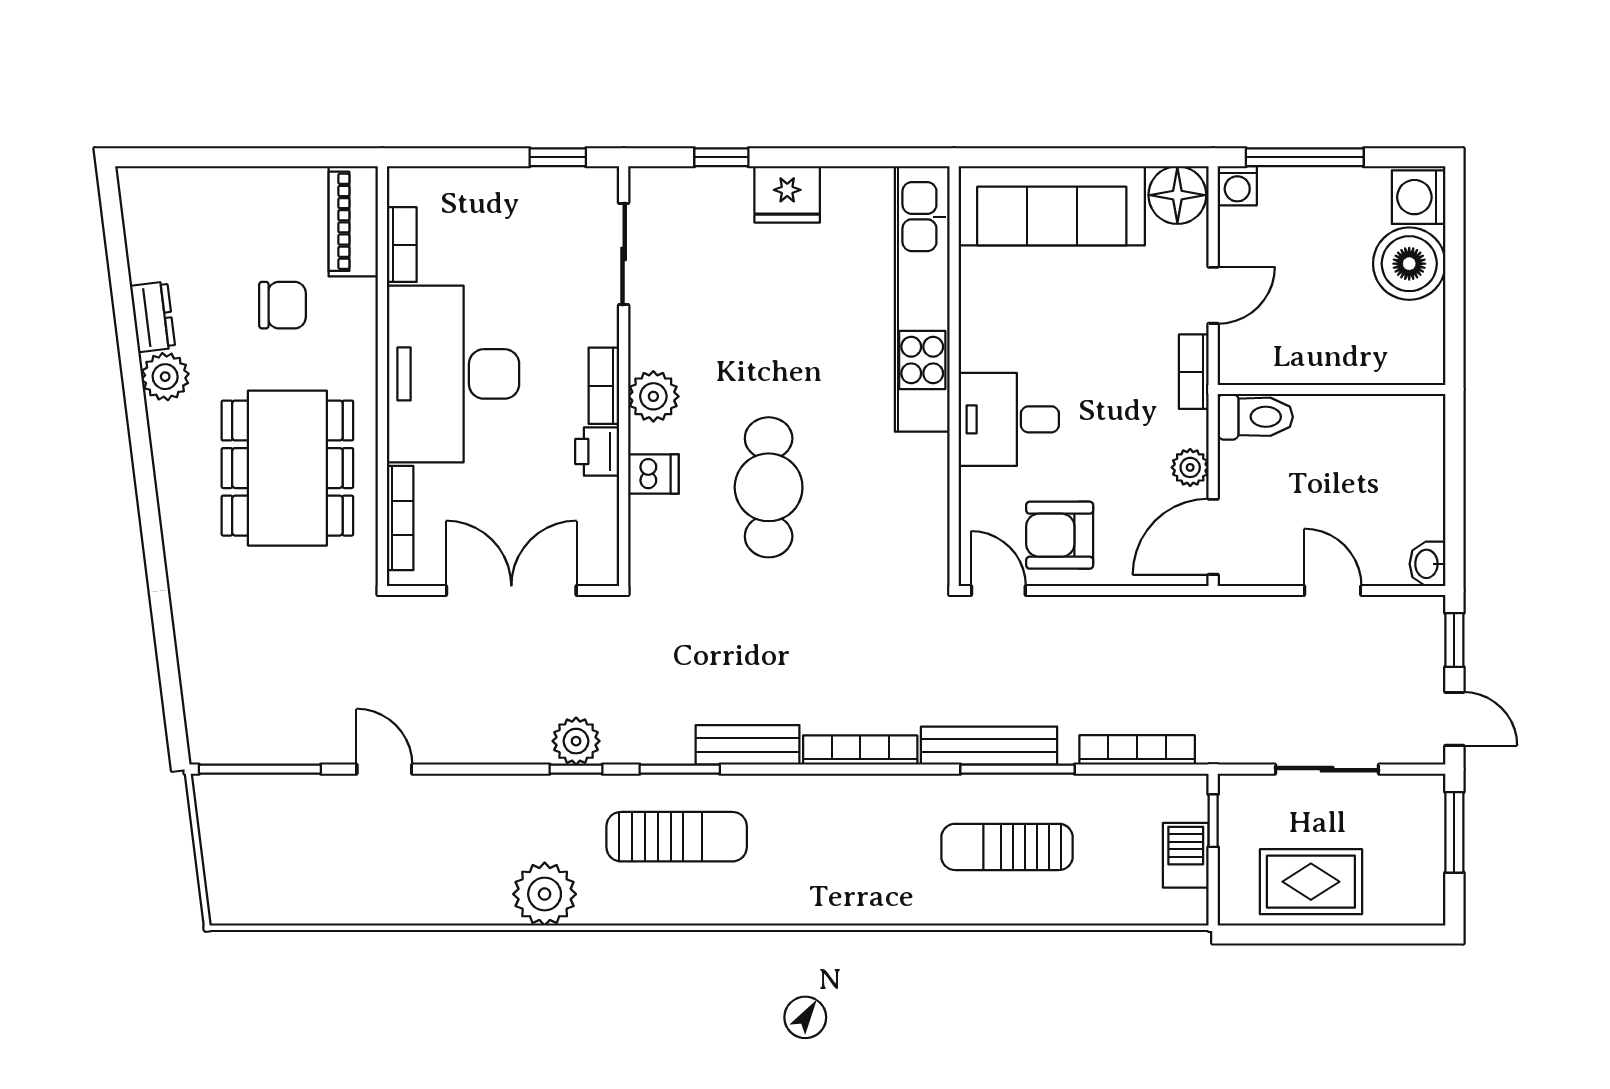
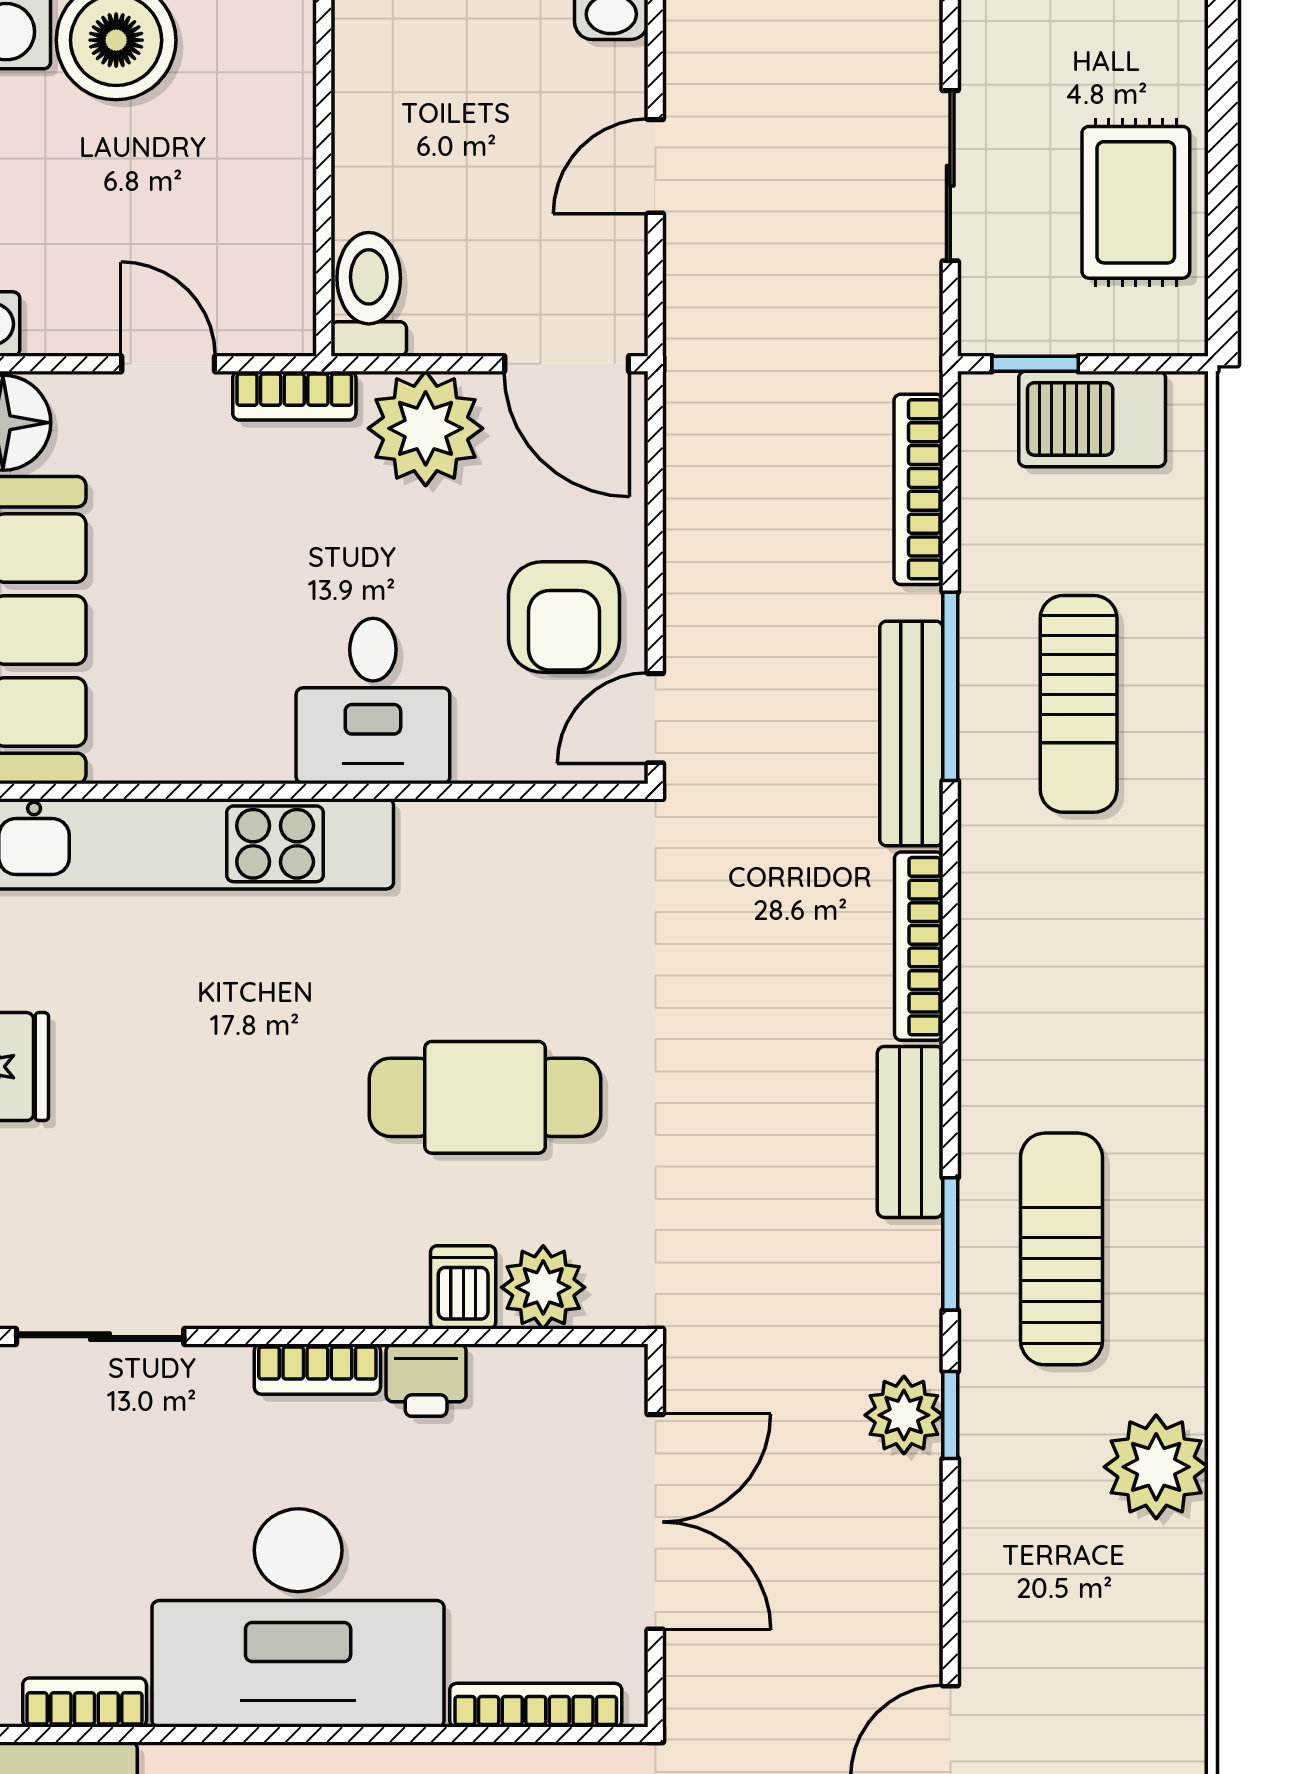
plant: (653, 396) -> (543, 1287), moved
plant: (1190, 467) -> (426, 428), width x1.87, depth x1.87
double door: (511, 591) -> (655, 1522), swing flipped
barbecue: (1186, 855) -> (1092, 419), width x1.38, depth x1.27

